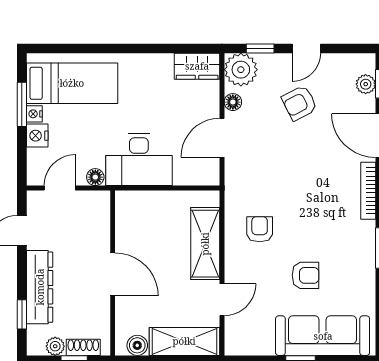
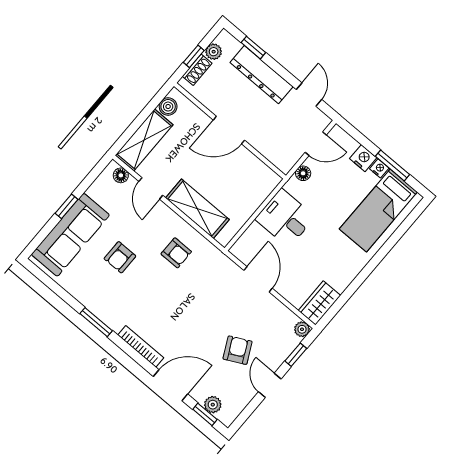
plant: (241, 70) -> (302, 329), width x0.53, depth x0.53
floor lamp: (233, 102) -> (121, 175), moved
desk: (139, 160) -> (285, 218), width x0.73
door: (60, 188) -> (316, 144), hinge flipped

